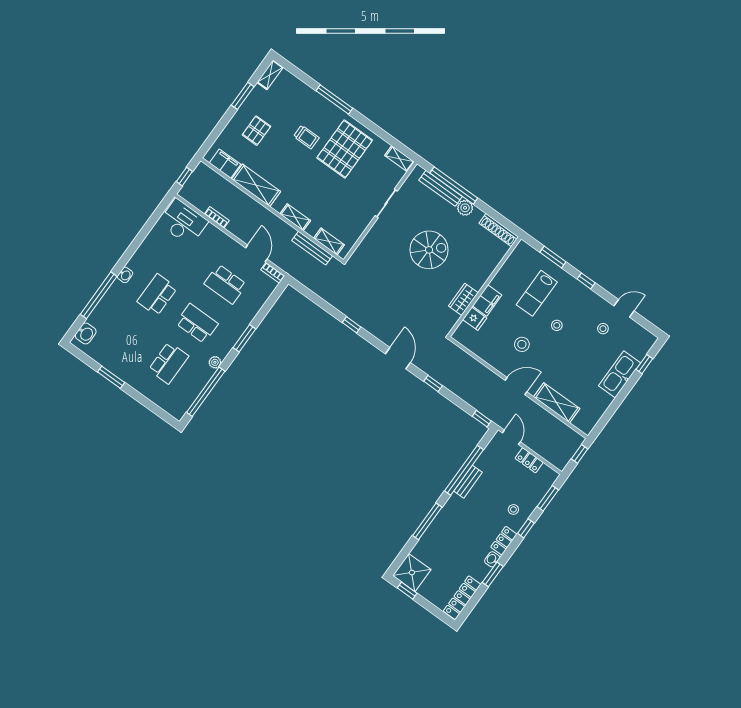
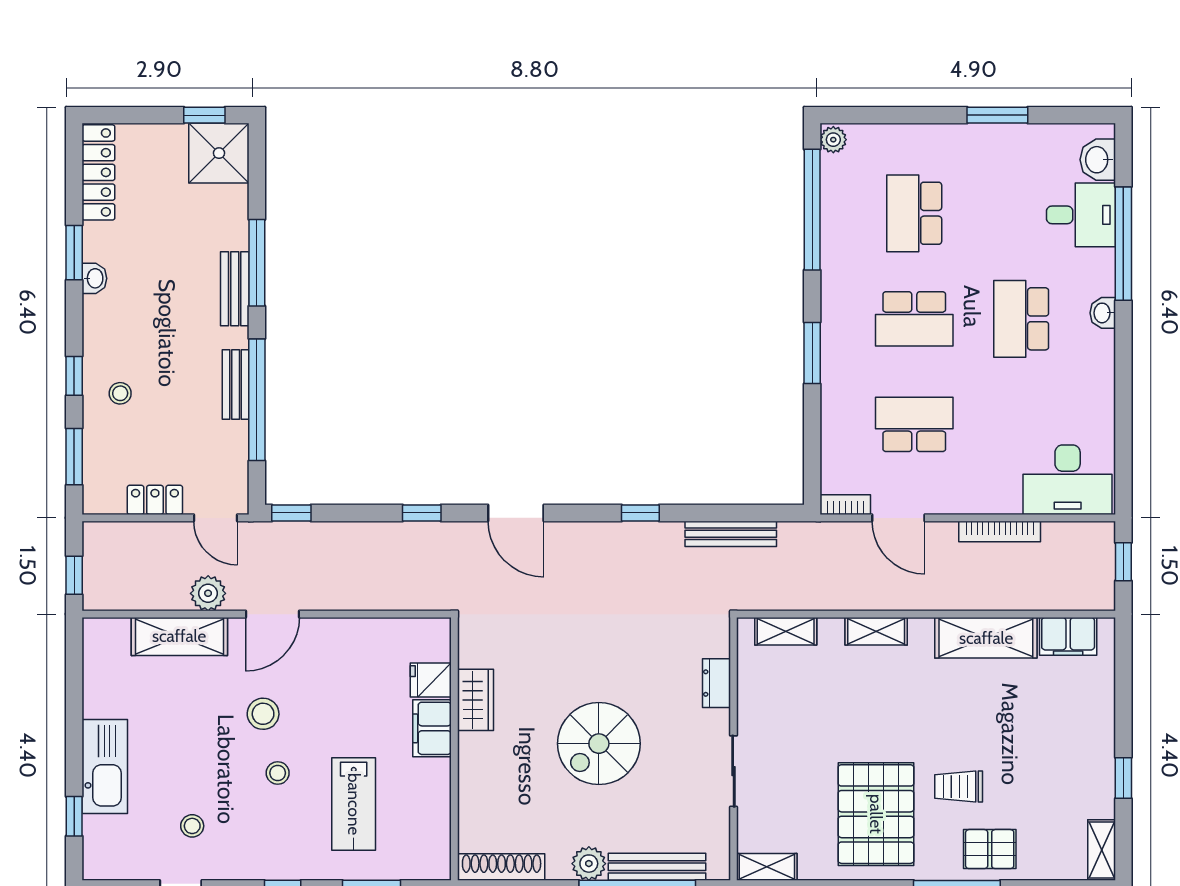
window: (243, 96) -> (1123, 778), width x0.67
pallet: (256, 131) -> (990, 849), moved, turned 90
bookcase: (217, 217) -> (1000, 531), width x1.56
dresser: (369, 241) -> (717, 683), added
bench: (312, 248) -> (731, 534), moved
lab bench: (537, 293) -> (354, 804), turned 180
school desk: (157, 295) -> (1021, 319), turned 180
desk: (107, 317) -> (1081, 215), added
stool: (522, 344) -> (263, 714), moved
plant: (215, 362) -> (833, 140), moved
plant: (534, 411) -> (208, 593), added
bench: (443, 518) -> (235, 289), added
locker: (504, 541) -> (97, 326), removed

